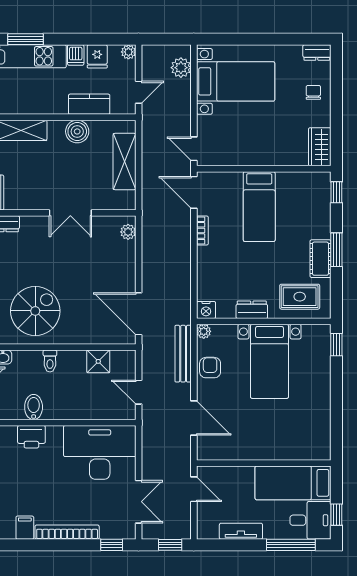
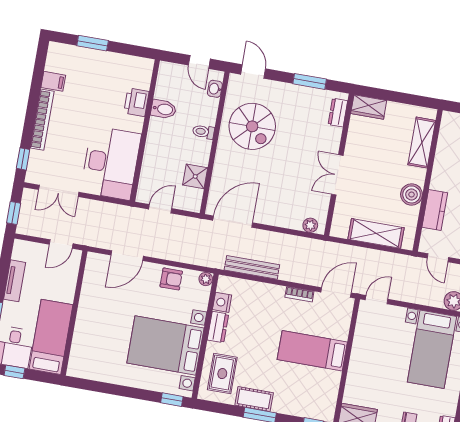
nightstand: (206, 310) -> (222, 302), moved
bench: (183, 354) -> (252, 267), moved
bed with nightstands: (269, 361) -> (165, 345), width x1.36

